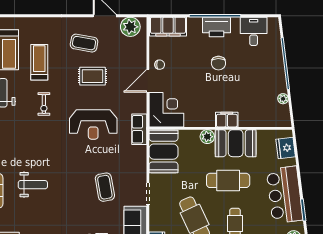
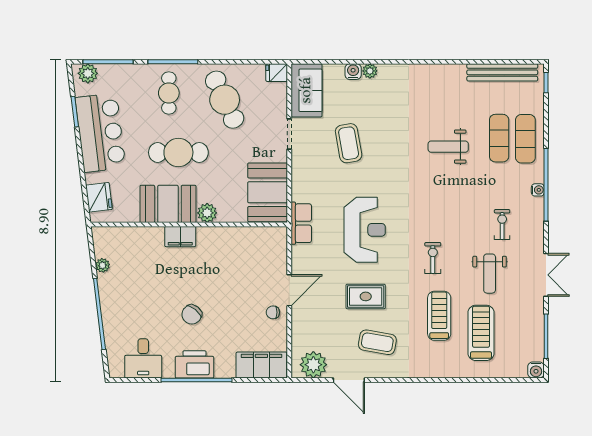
treadmill: (39, 62) -> (439, 316), turned 180
chair: (218, 63) -> (192, 314), turned -141
corner desk: (166, 110) -> (264, 250), removed
reception desk: (93, 124) -> (365, 230), turned 90

